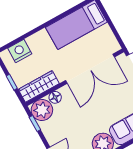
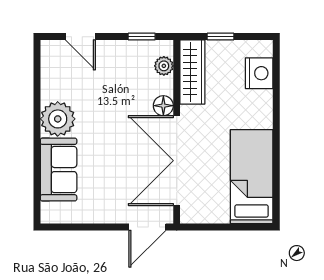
floor lamp: (55, 97) -> (163, 106), moved
plant: (42, 110) -> (164, 66), width x0.53, depth x0.53

